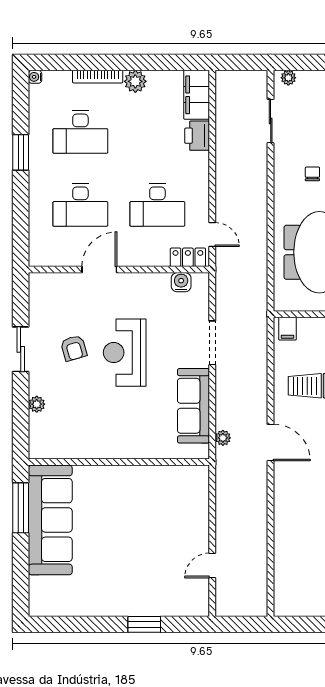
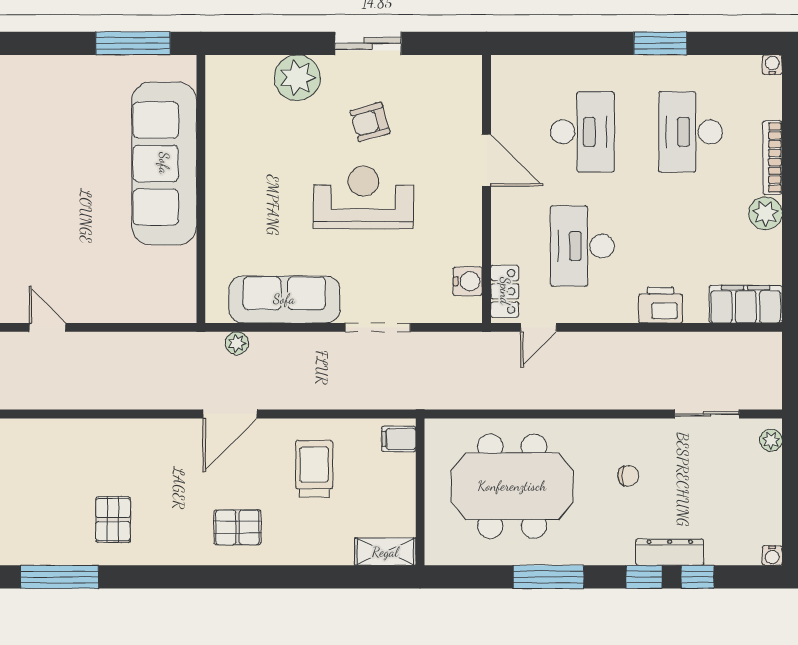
printer: (197, 136) -> (661, 305), moved
desk: (80, 205) -> (582, 132), turned 180
plant: (37, 404) -> (297, 78), width x1.87, depth x1.87
sofa: (50, 520) -> (164, 163), moved, turned 90

